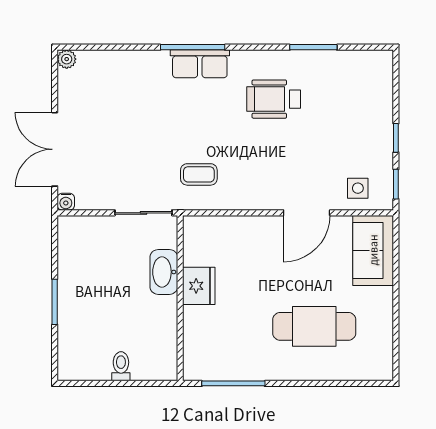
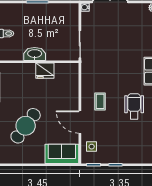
coffee table: (199, 174) -> (100, 101), moved
washbasin: (164, 272) -> (35, 54), moved
cafe table: (314, 326) -> (26, 126), turned 36

